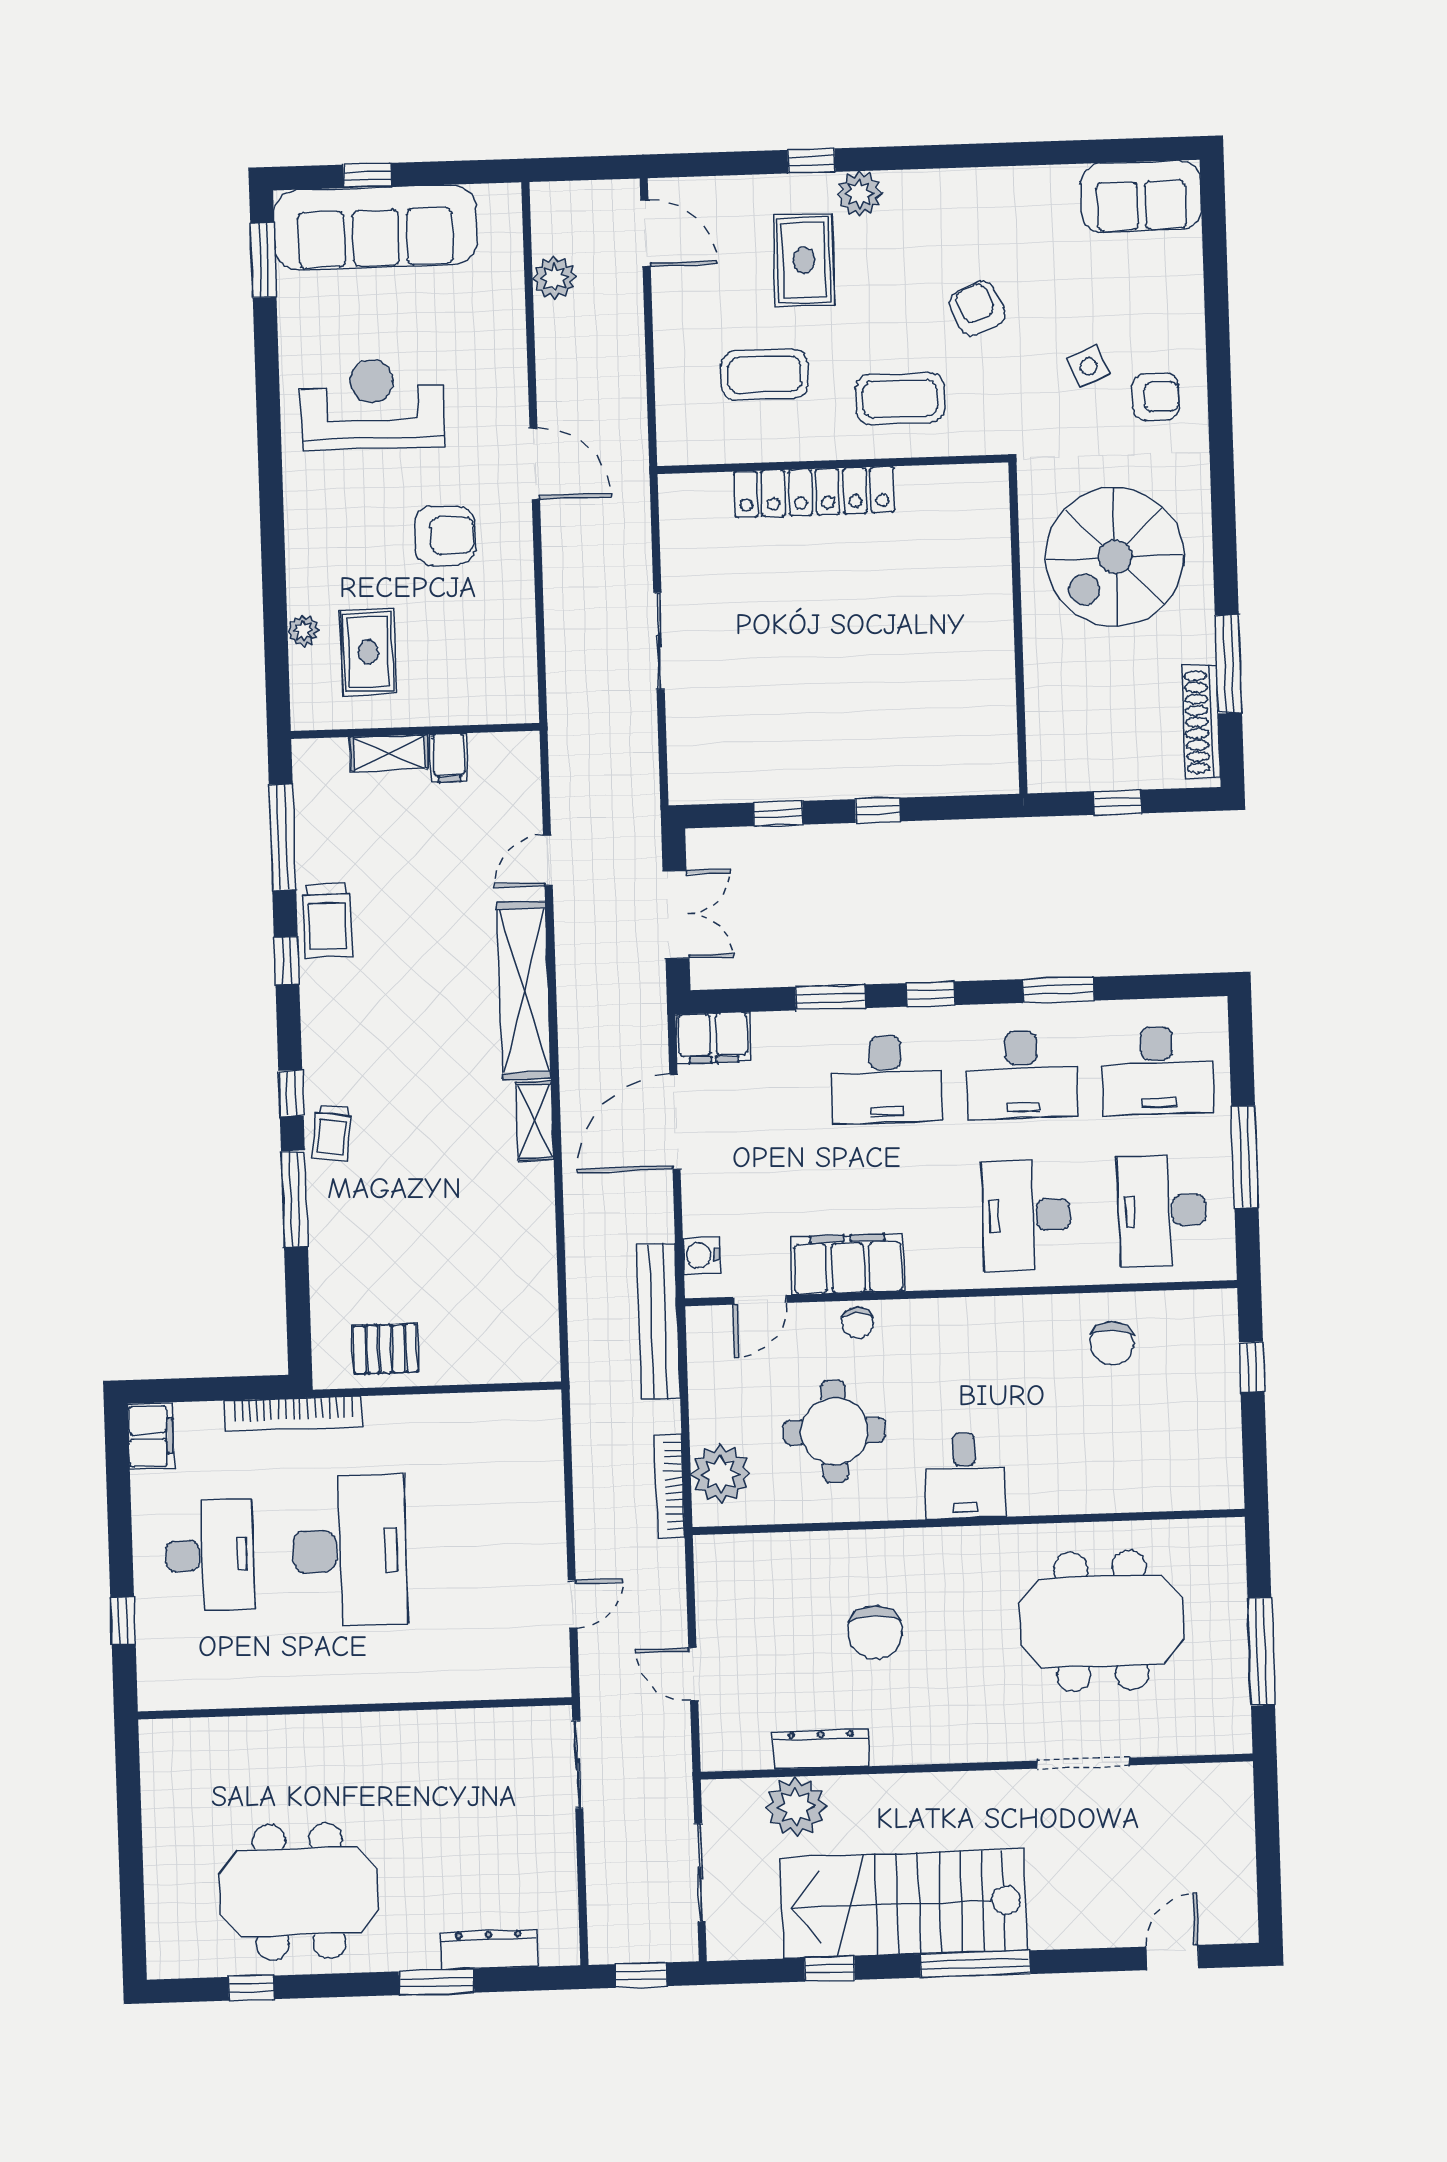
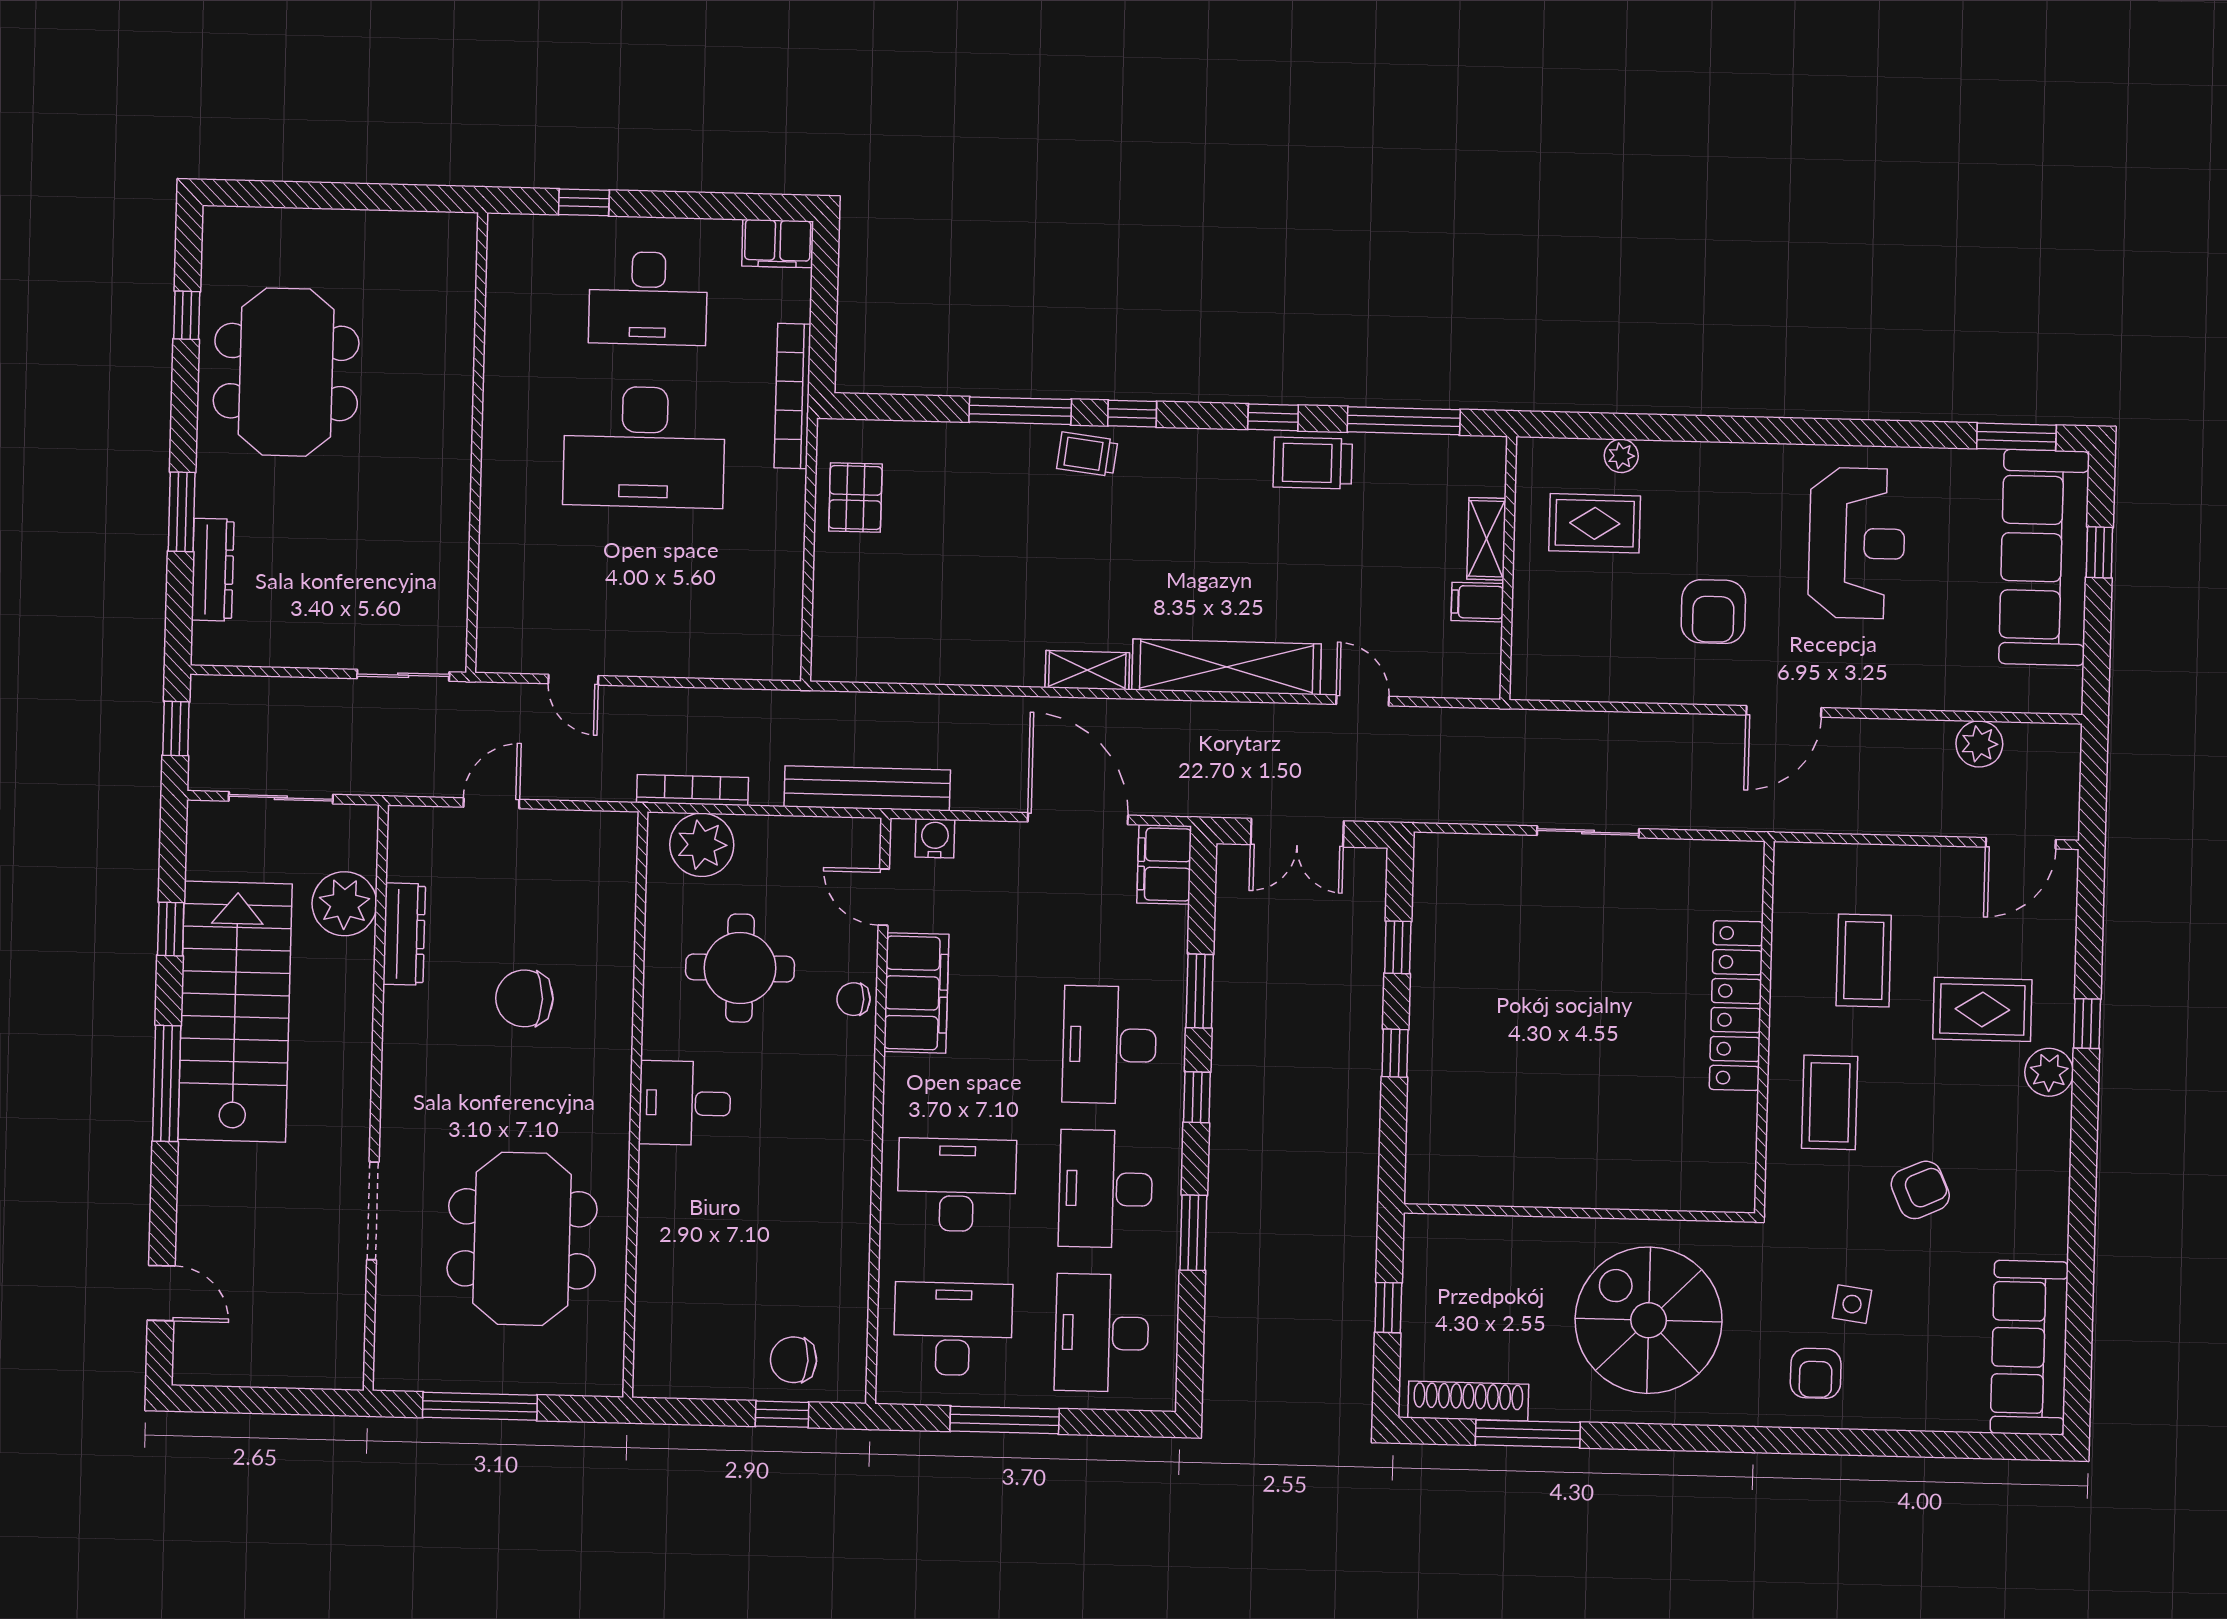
sofa: (1141, 196) -> (2029, 1348), width x1.36
side table: (1088, 366) -> (1852, 1304), turned 31
chair: (1112, 1343) -> (794, 1360), moved

